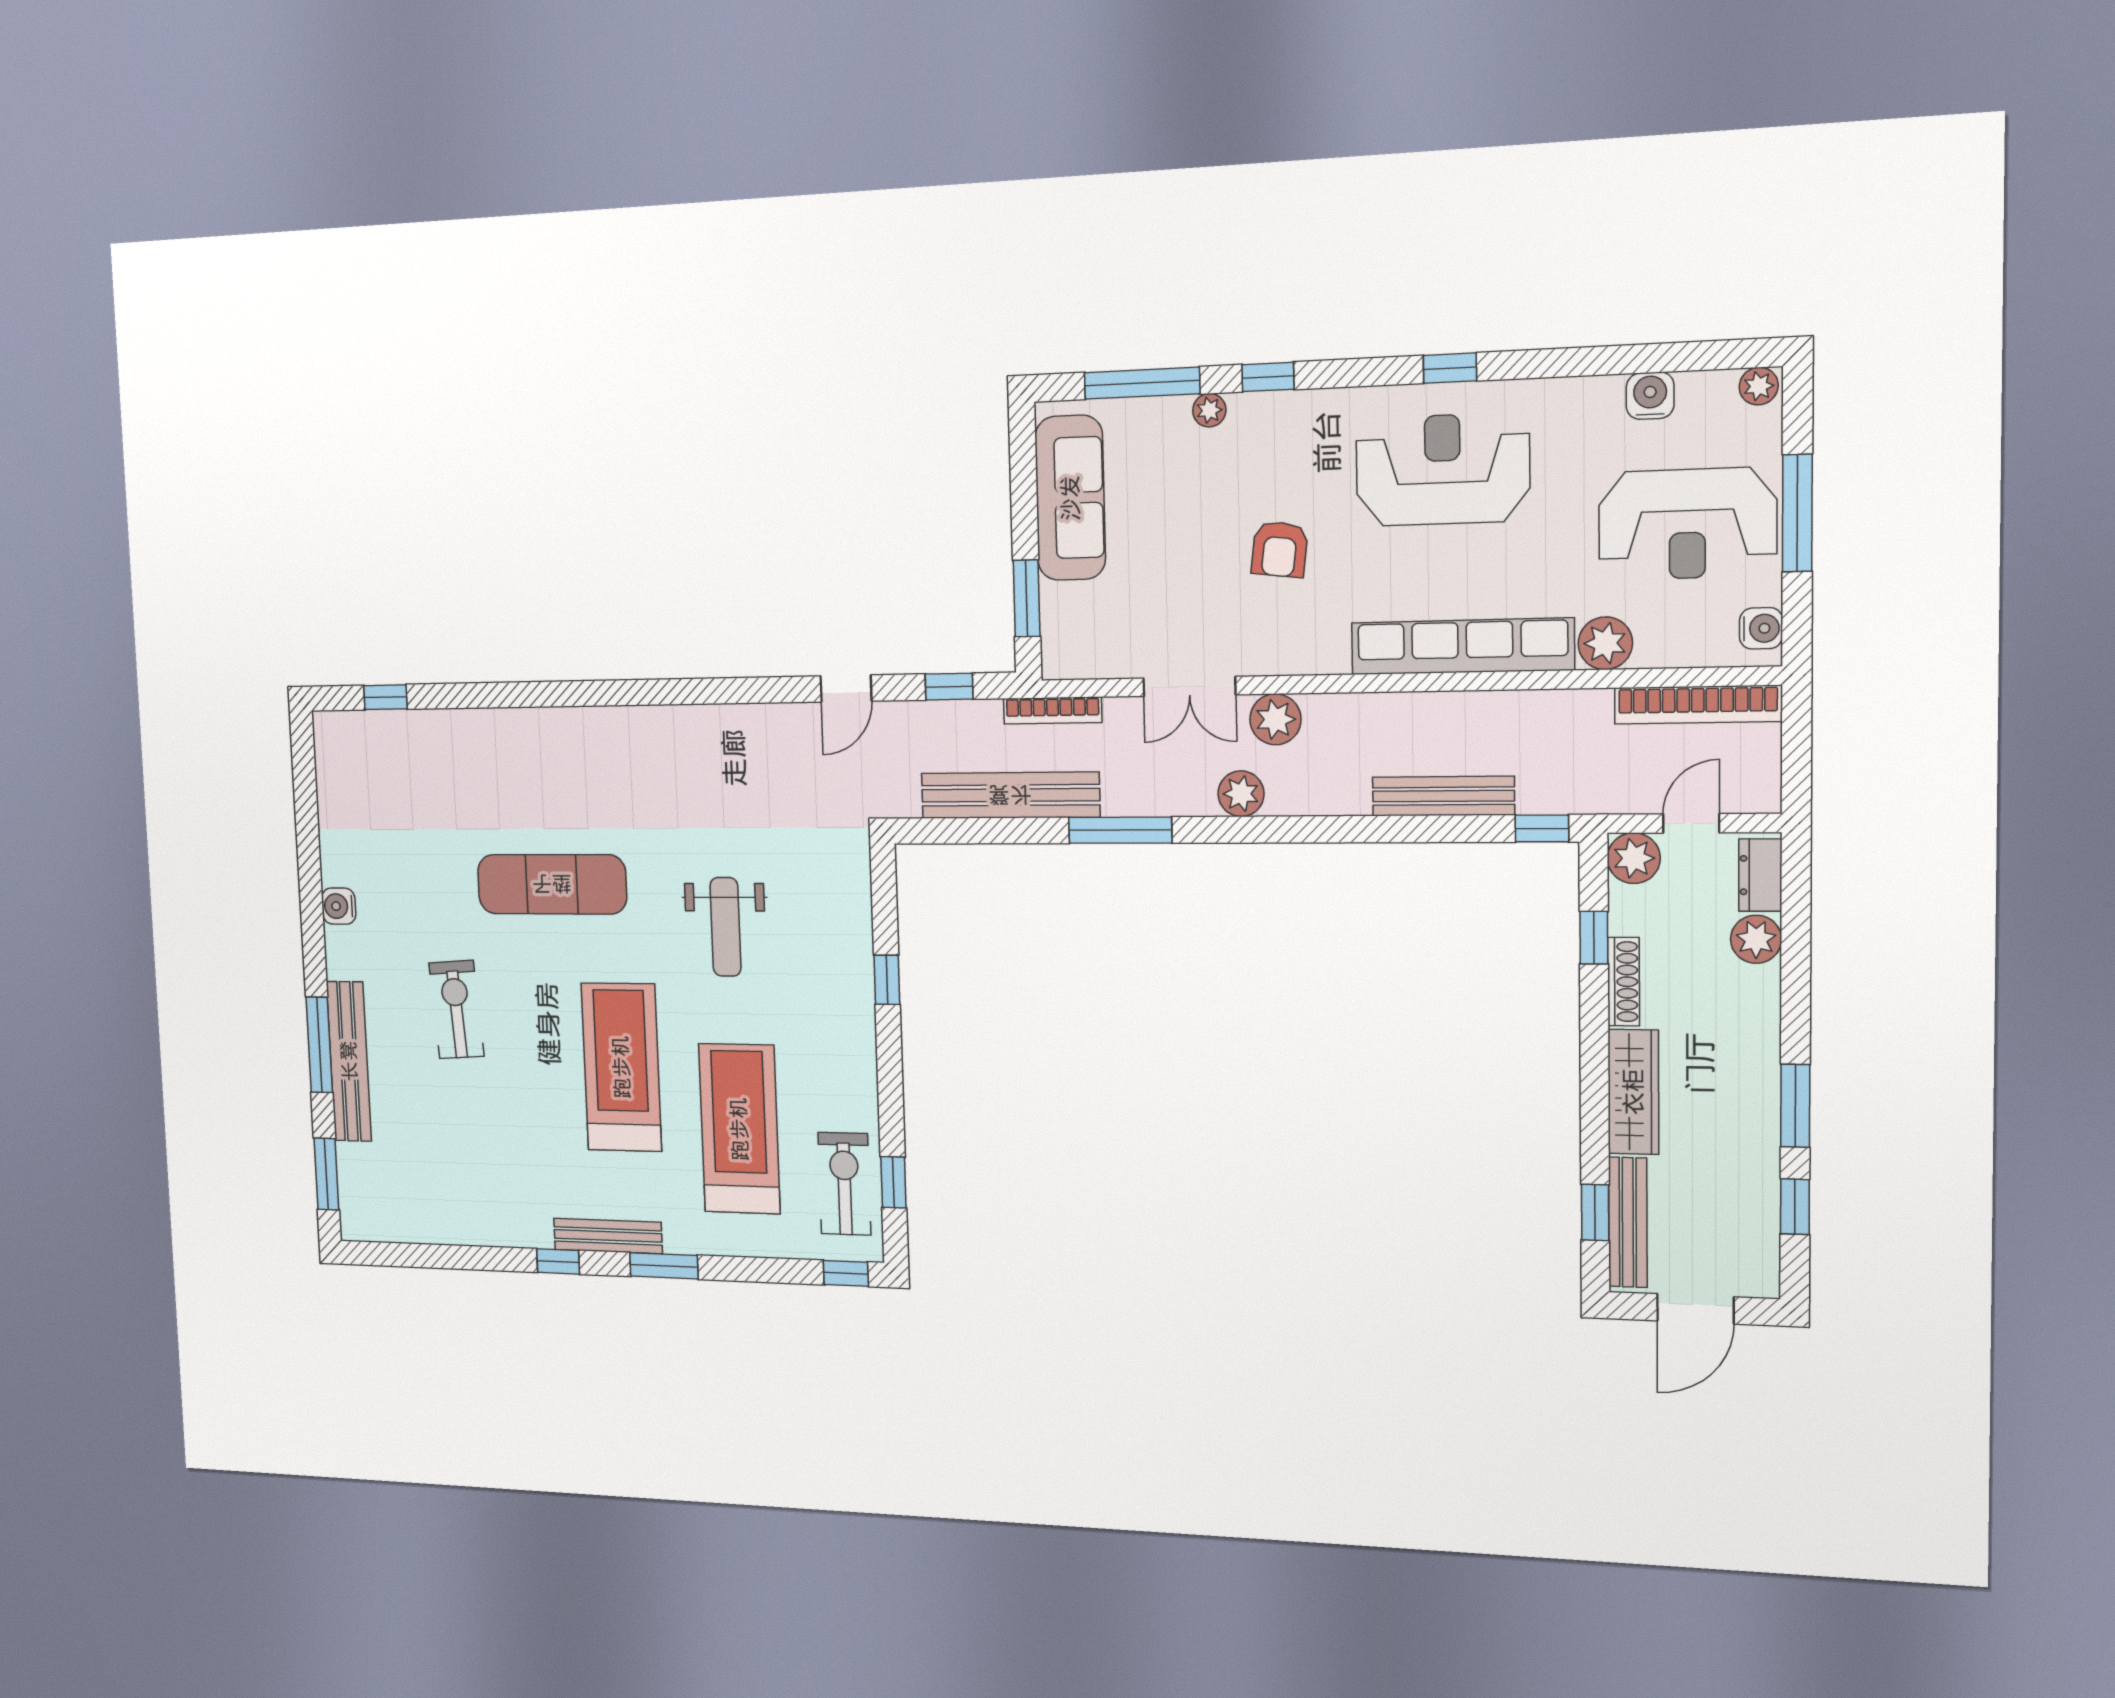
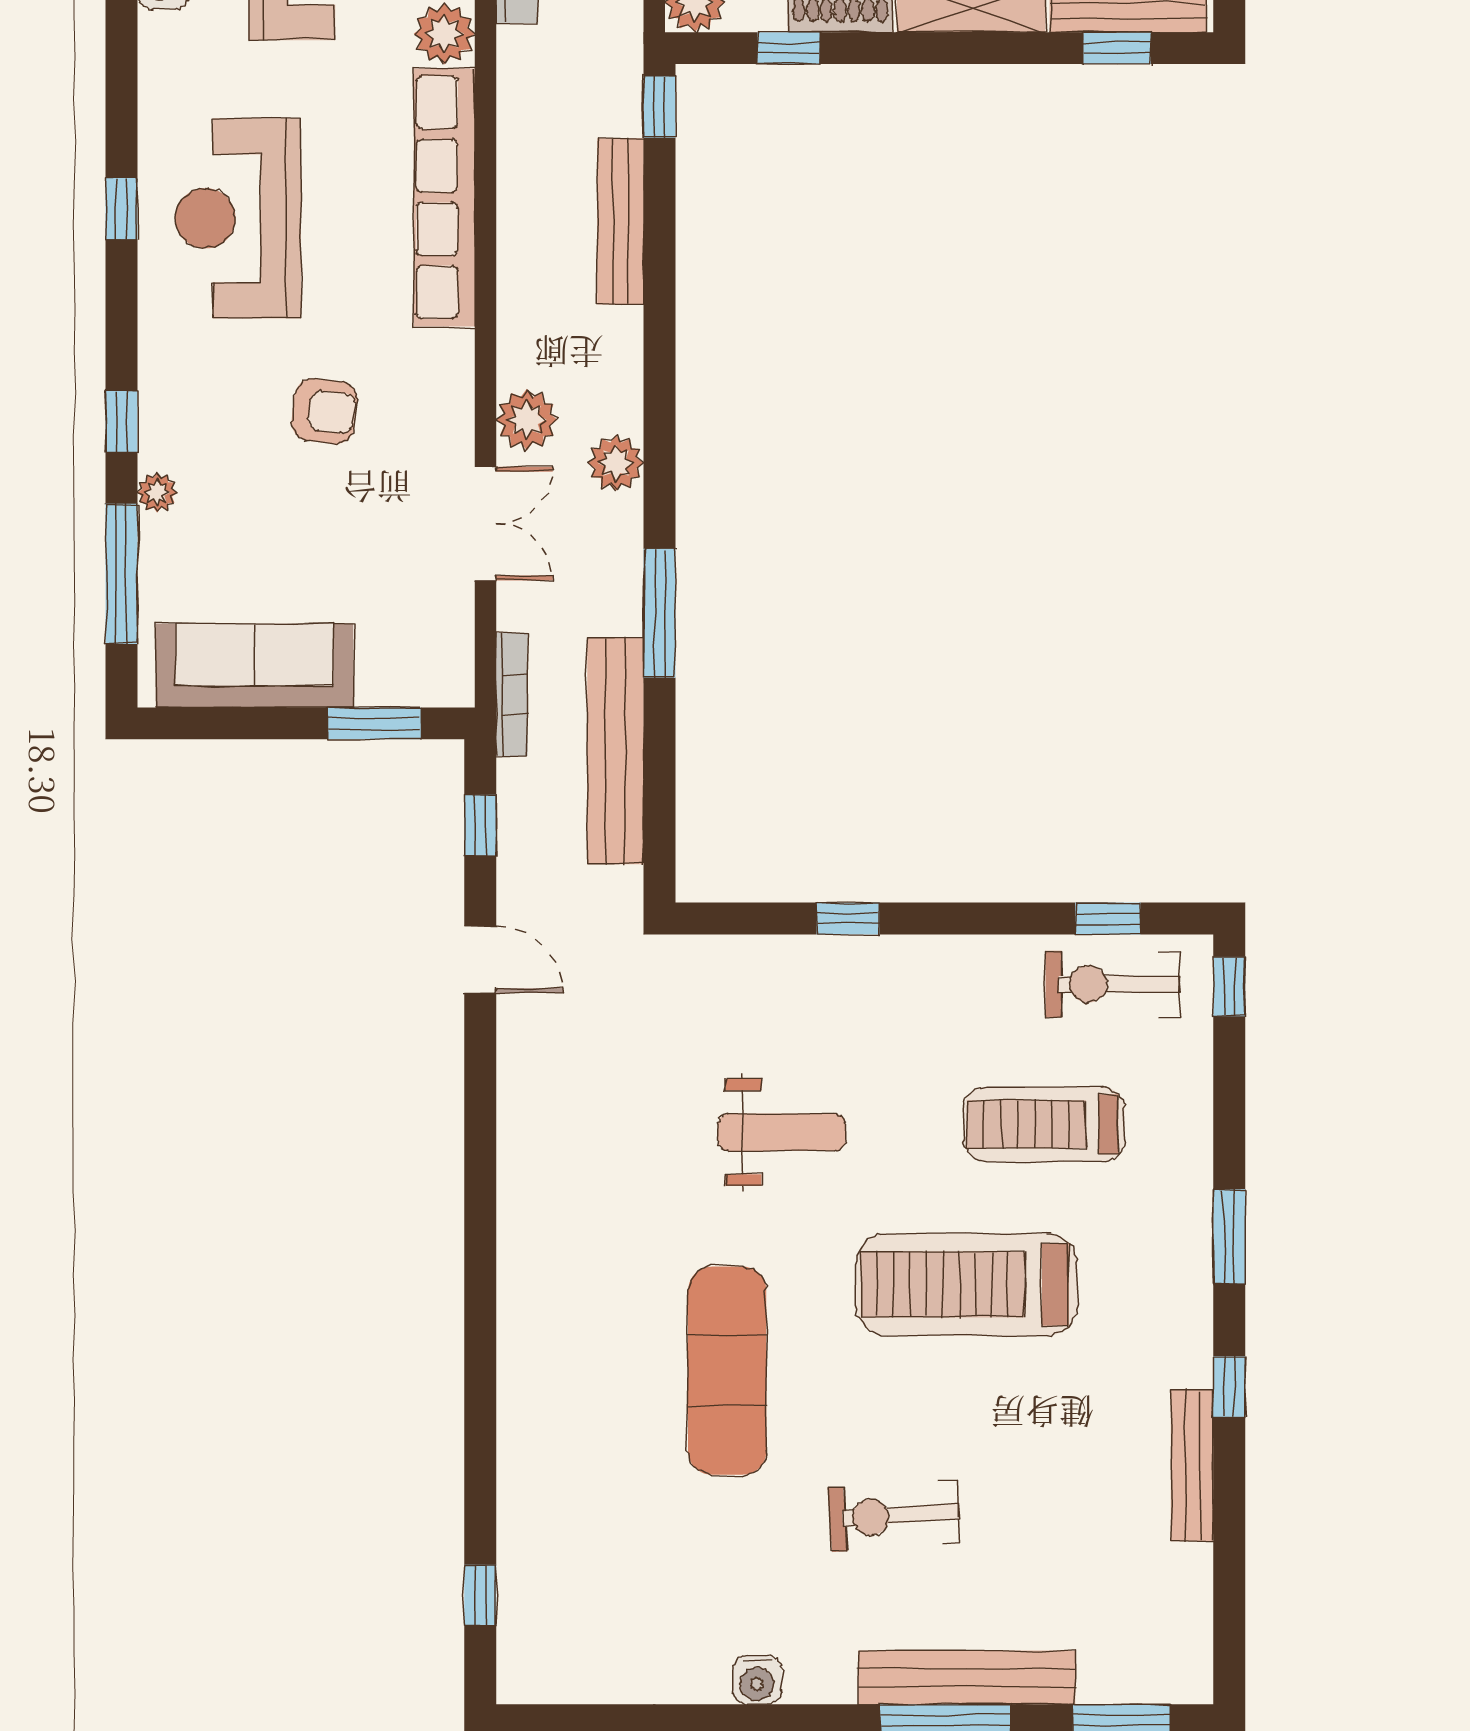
treadmill: (739, 1129) -> (1044, 1124), width x0.73, depth x0.73
bench: (608, 1236) -> (1192, 1465), moved

